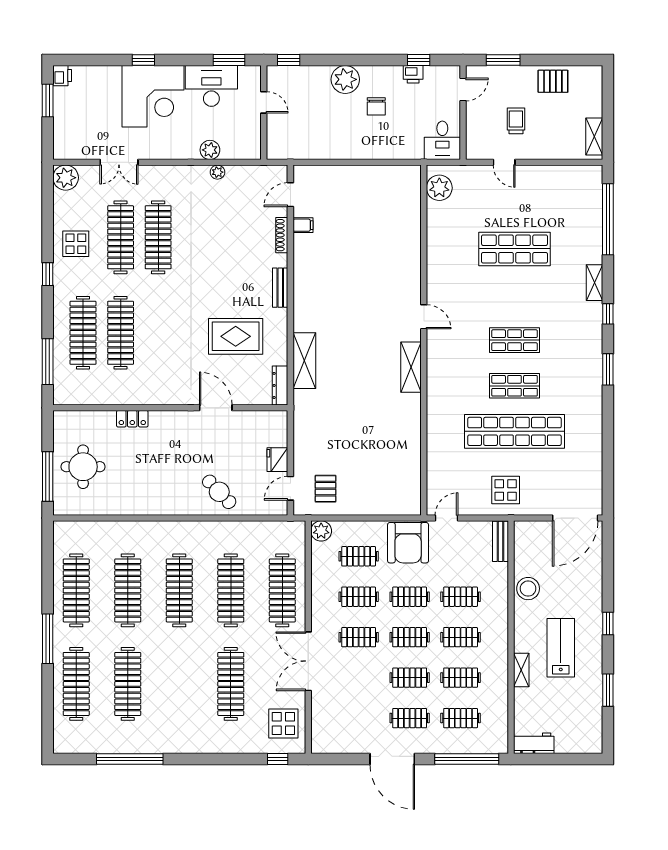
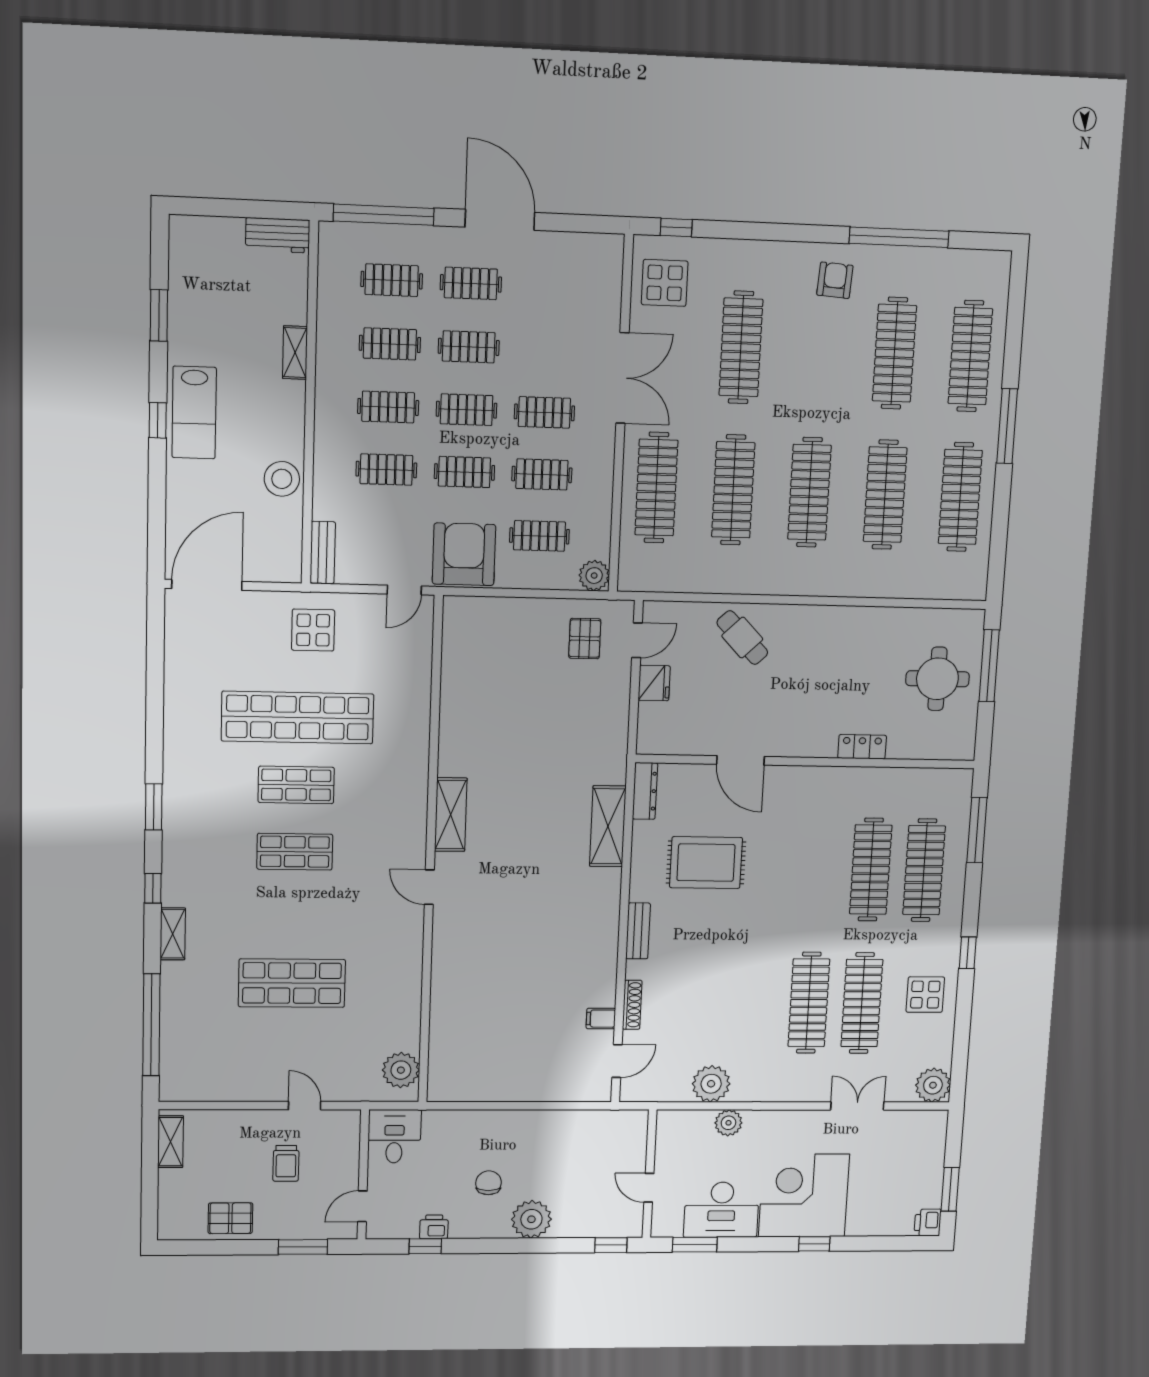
plant: (217, 172) -> (711, 1084), width x1.87, depth x1.87
lab bench: (561, 648) -> (194, 412), moved
armchair: (171, 730) -> (835, 280), added

